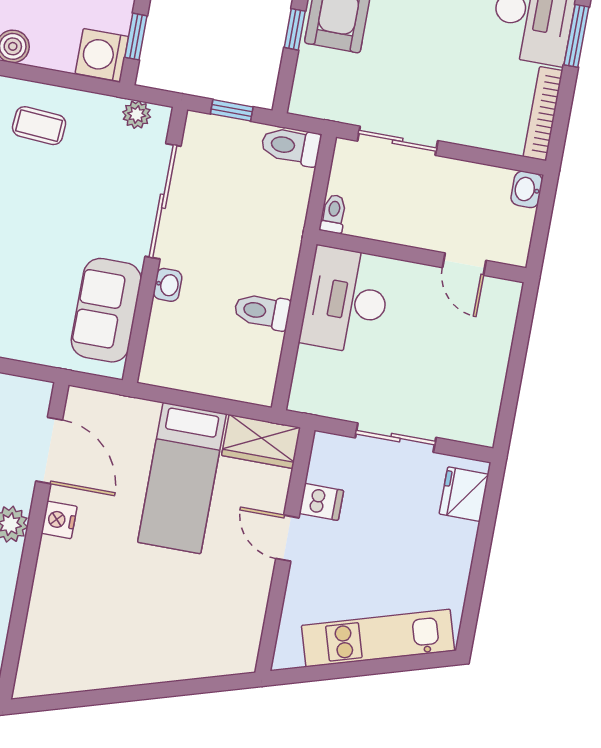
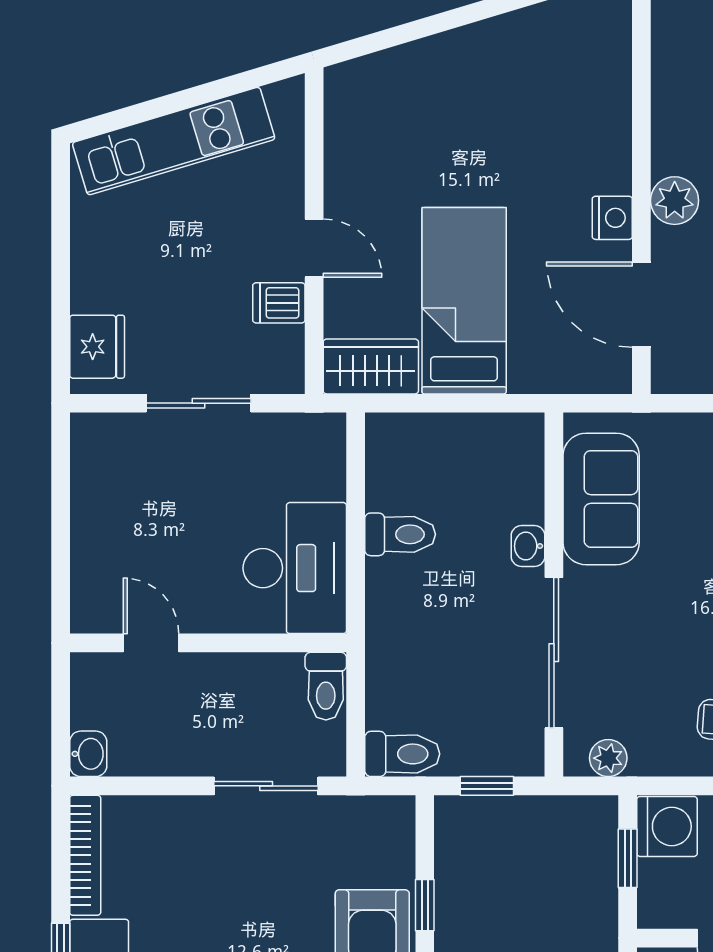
toilet: (333, 214) -> (326, 686), width x1.37, depth x1.39

